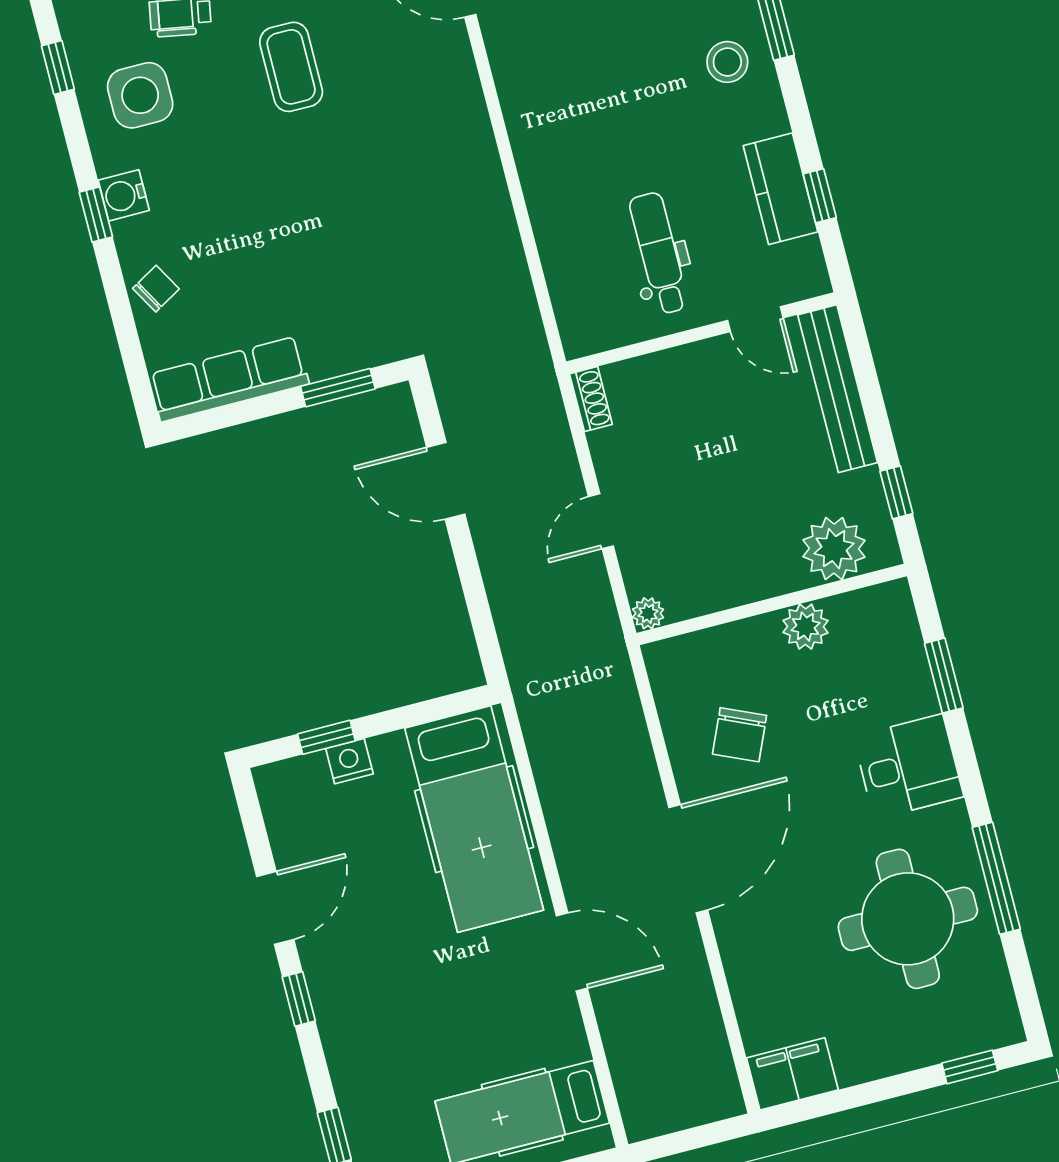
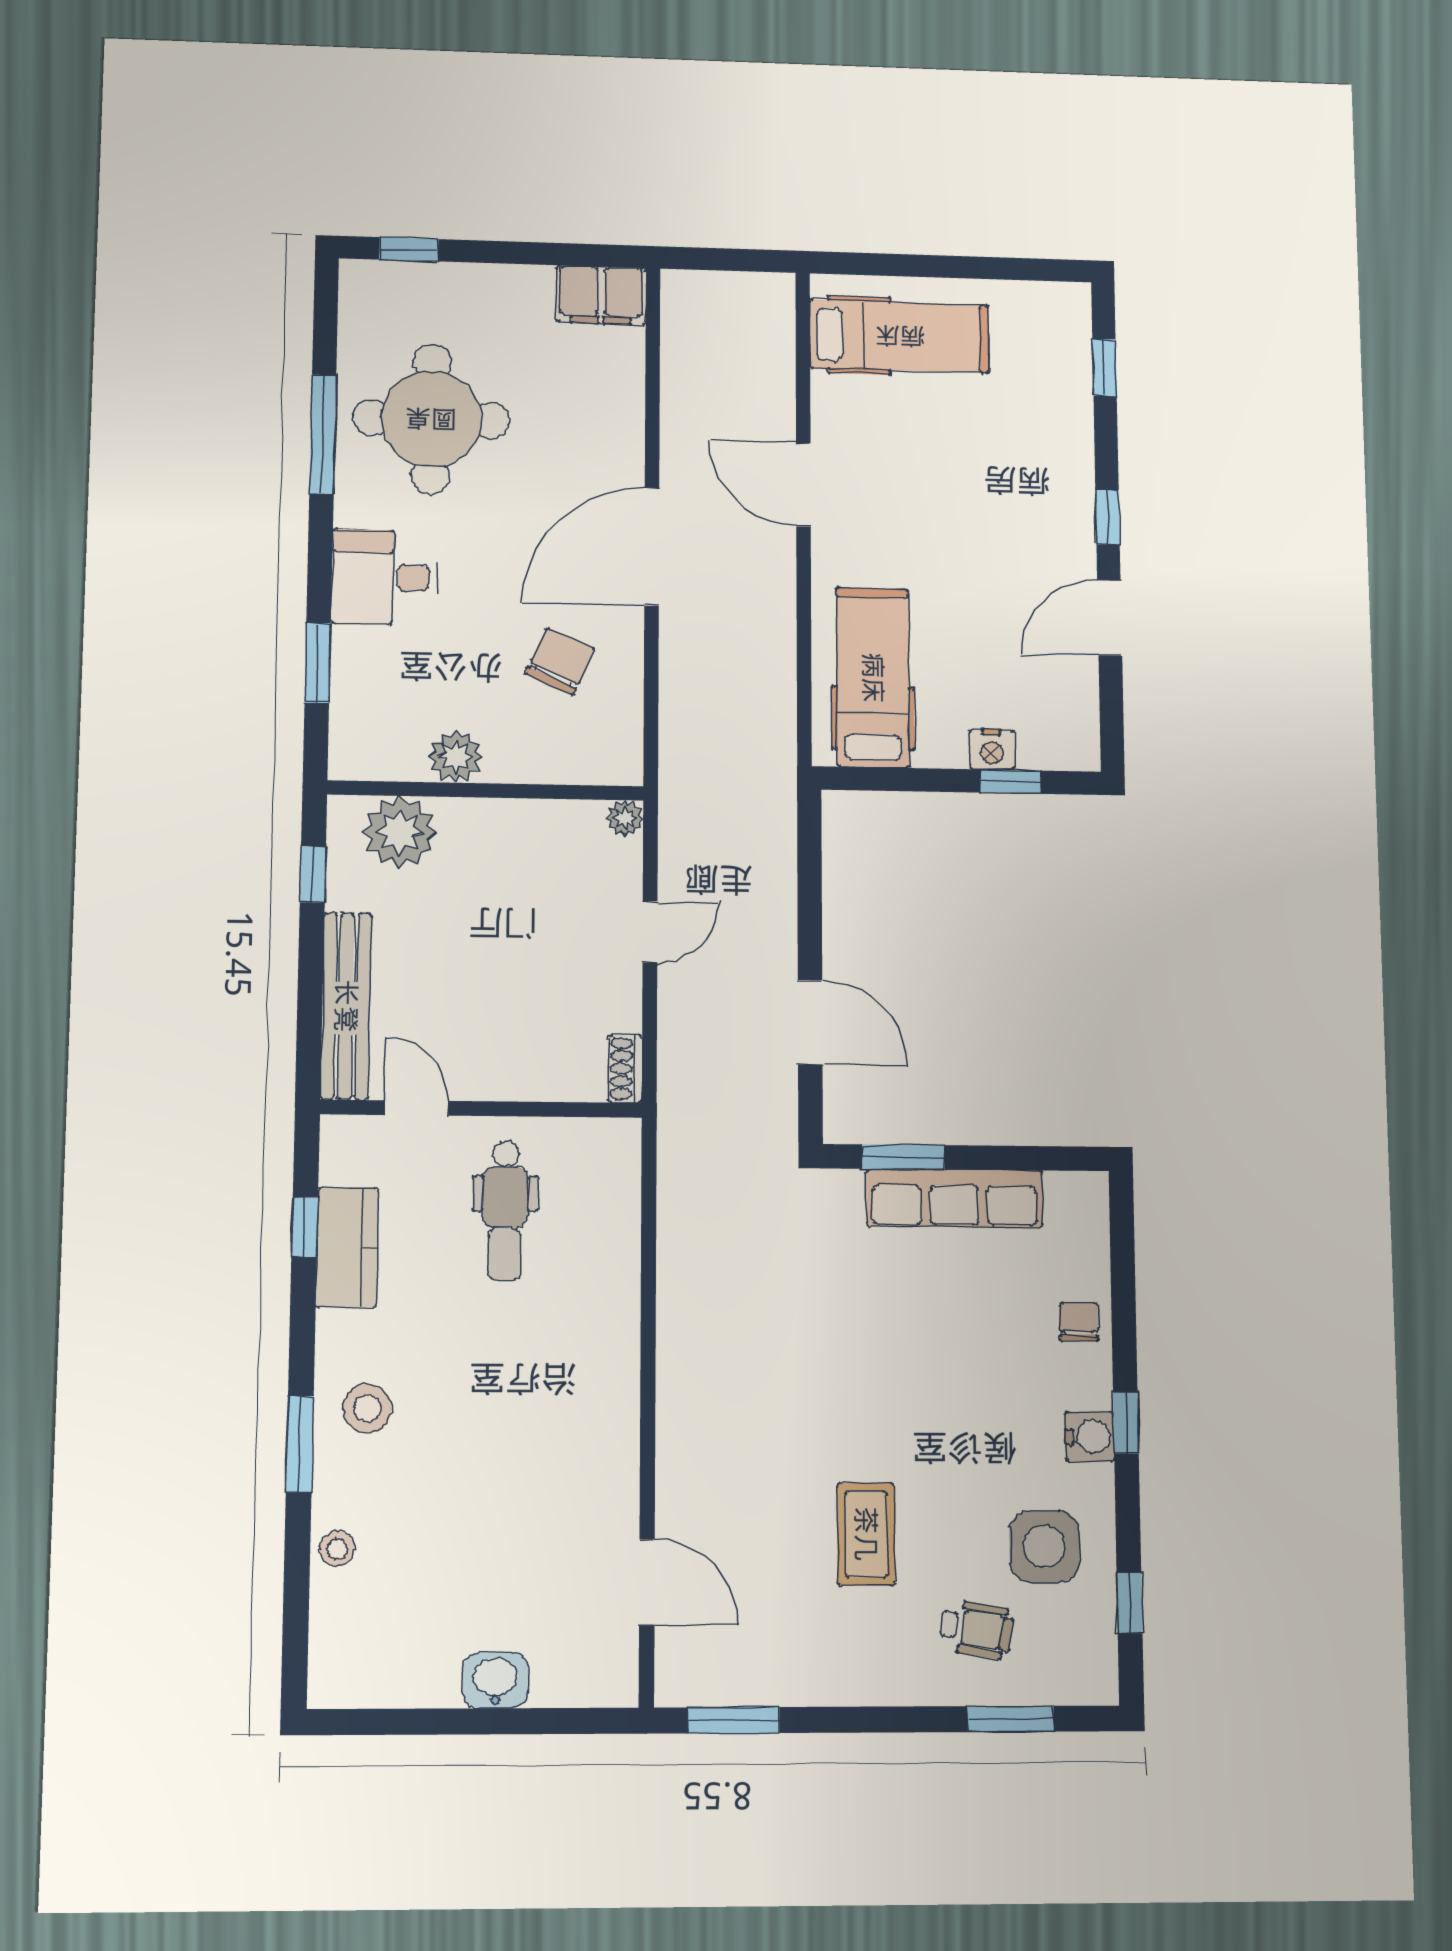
chair: (156, 289) -> (1079, 1321), turned 120
row of seats: (229, 379) -> (954, 1198), moved
hospital bed: (474, 819) -> (873, 678), width x0.73, depth x0.78

